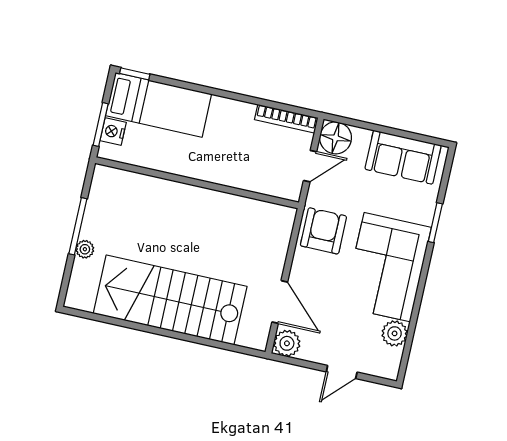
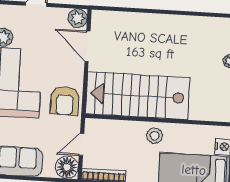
stool: (206, 162) -> (155, 136), added
stairs: (170, 300) -> (138, 96), moved, turned 180

